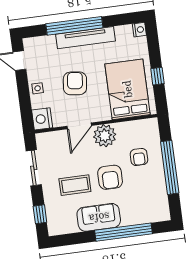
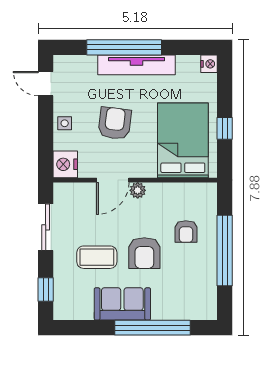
plant: (105, 136) -> (138, 190), width x0.53, depth x0.53

